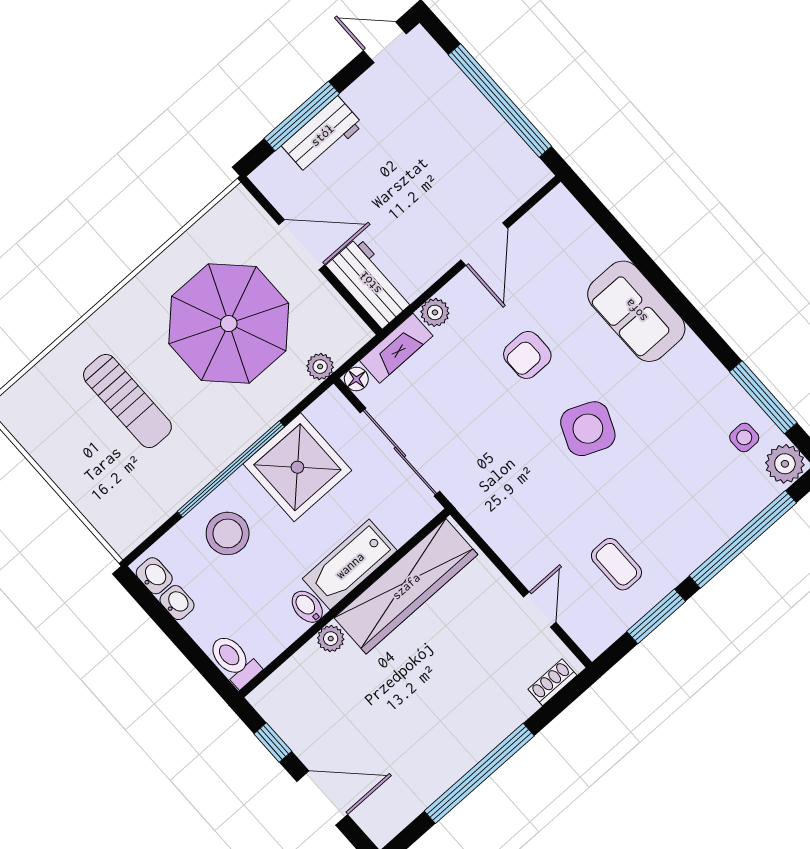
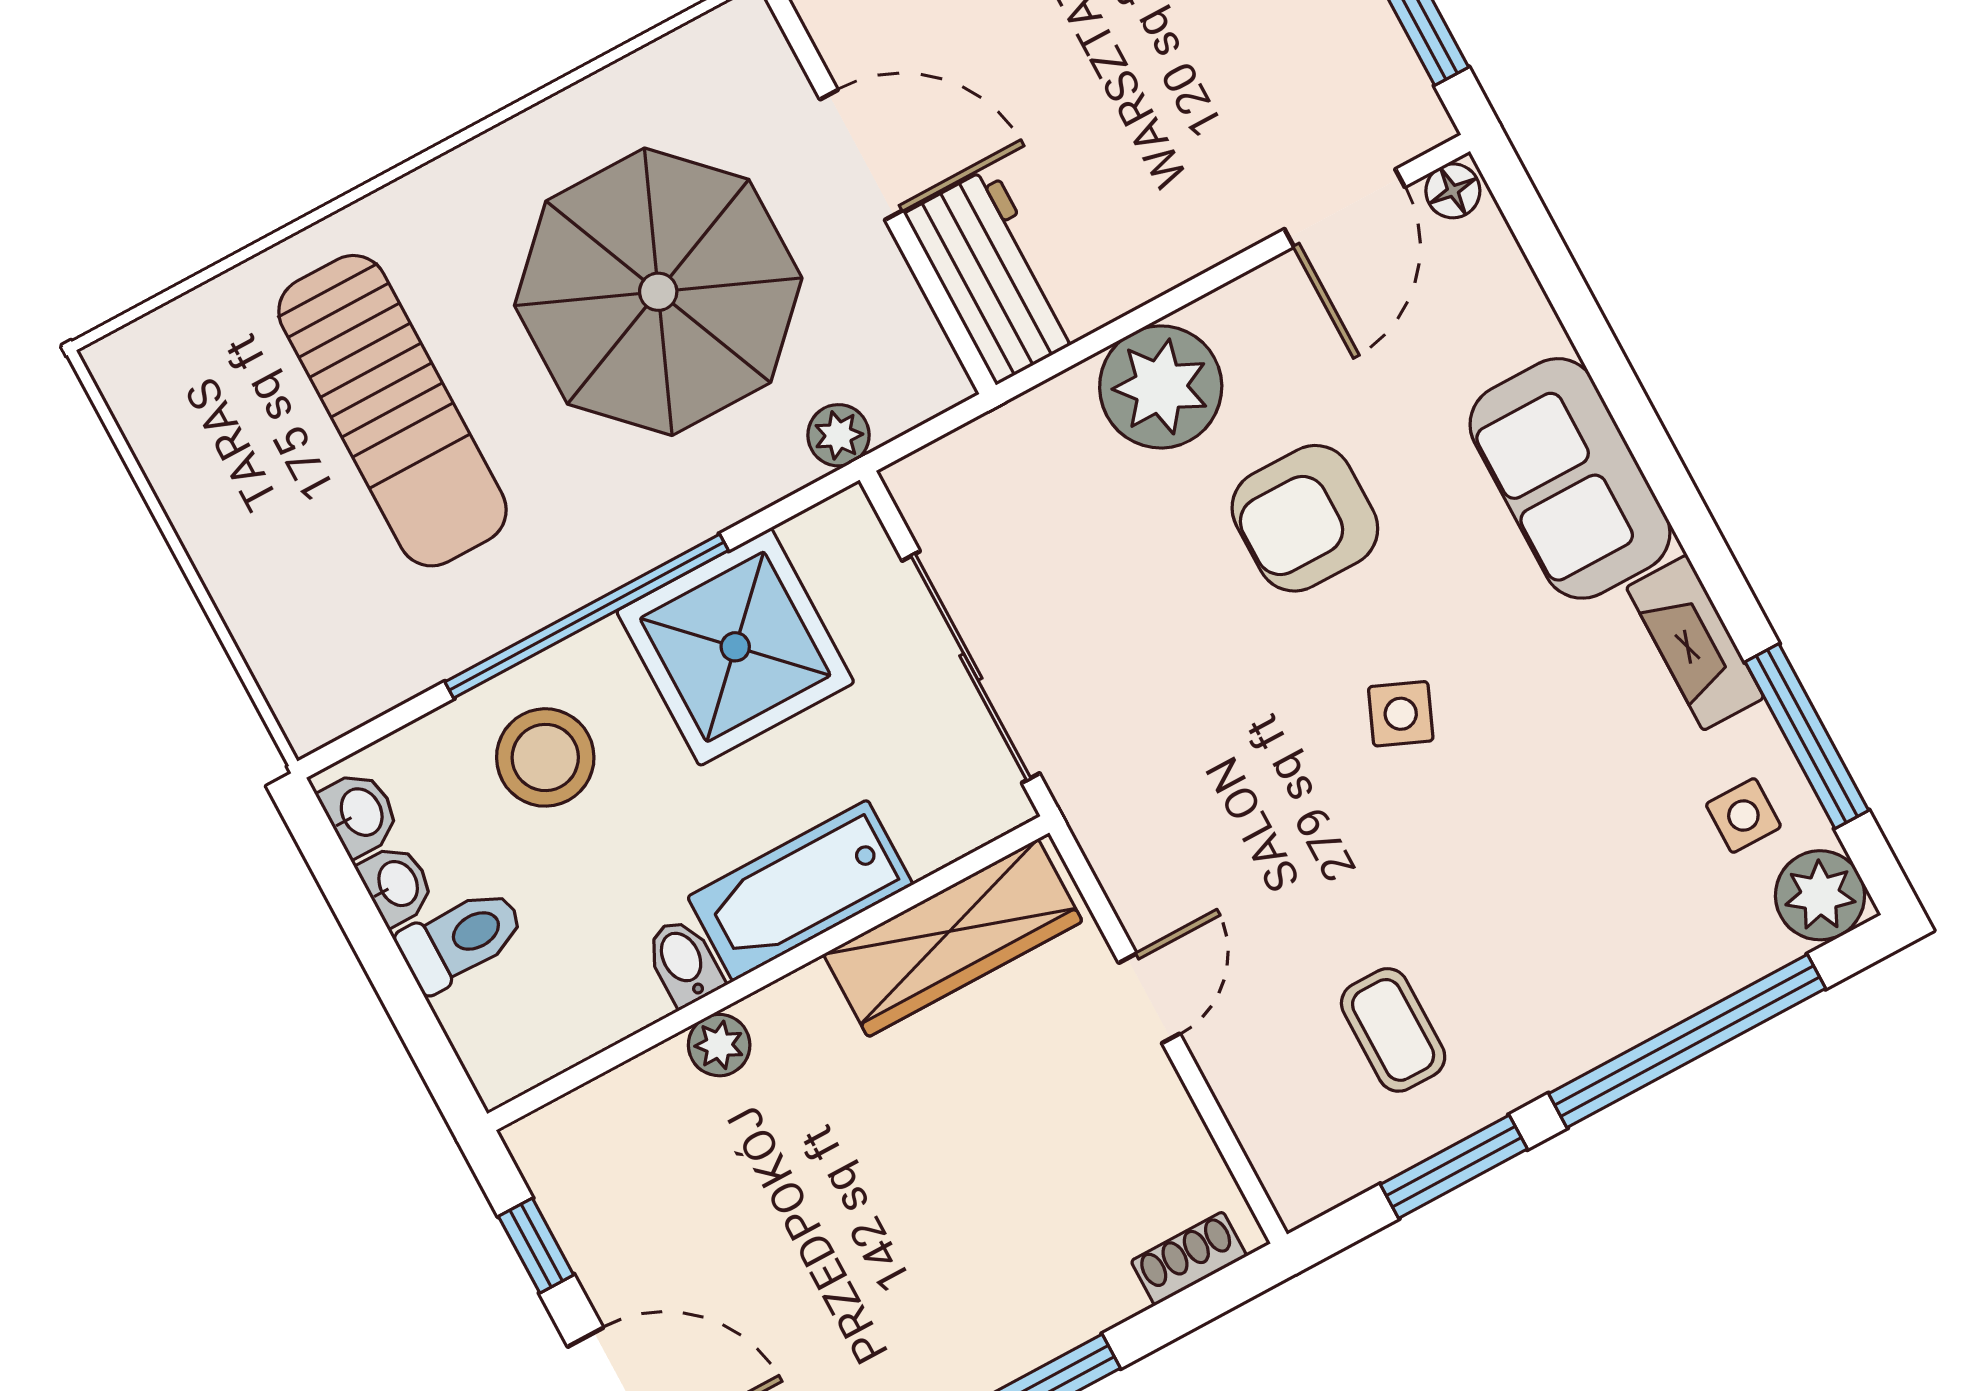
door: (484, 244) -> (1345, 208), moved
plant: (435, 312) -> (1161, 387), width x1.88, depth x1.88
fireplace: (396, 348) -> (1695, 643), moved, turned 90
armchair: (527, 355) -> (1305, 518), width x1.38, depth x1.38
floor lamp: (356, 379) -> (1453, 191), moved
sun lounger: (127, 401) -> (392, 411), width x1.36, depth x1.34
side table: (588, 429) -> (1401, 714), width x0.54, depth x0.54
wardrobe: (406, 586) -> (953, 938), width x0.71, depth x0.85
door: (540, 610) -> (1149, 998), moved
toilet: (234, 660) -> (461, 939), moved, turned 90

